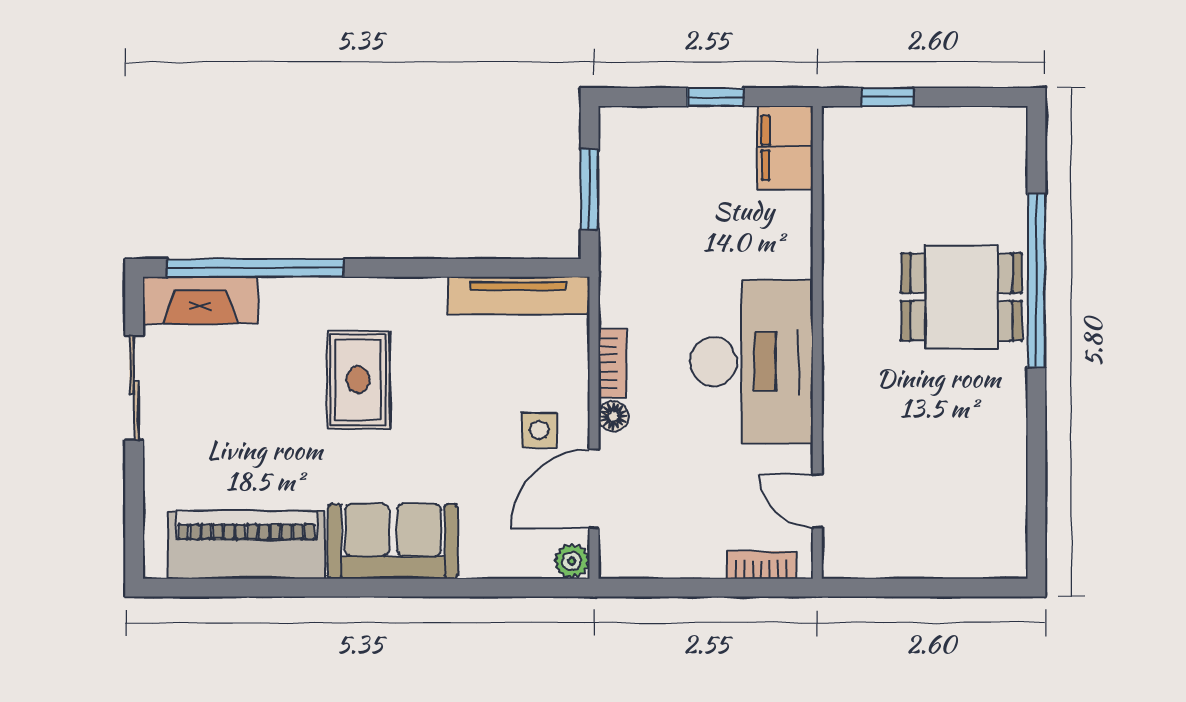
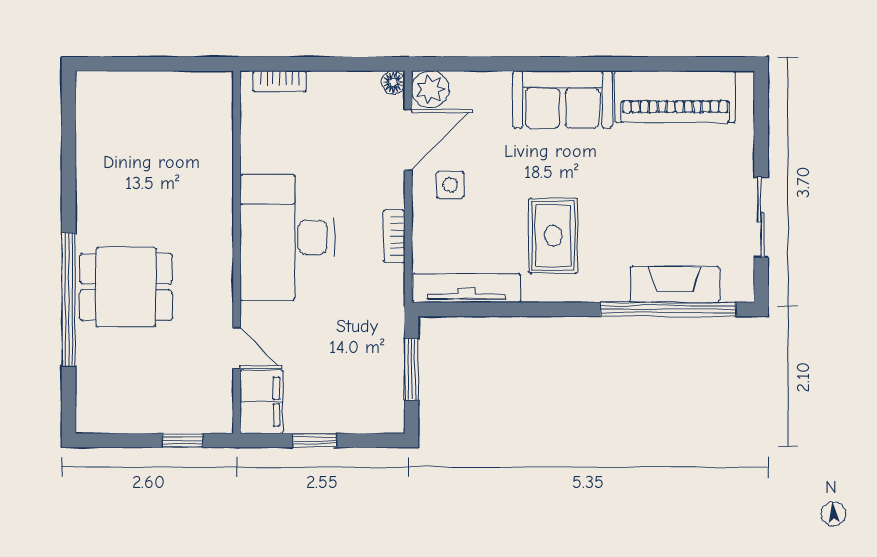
fireplace: (200, 300) -> (675, 284), moved
rug: (358, 380) -> (553, 236), moved
floor lamp: (613, 416) -> (393, 82), moved
door: (817, 501) -> (237, 348), moved
plant: (572, 561) -> (430, 89), width x1.38, depth x1.38

